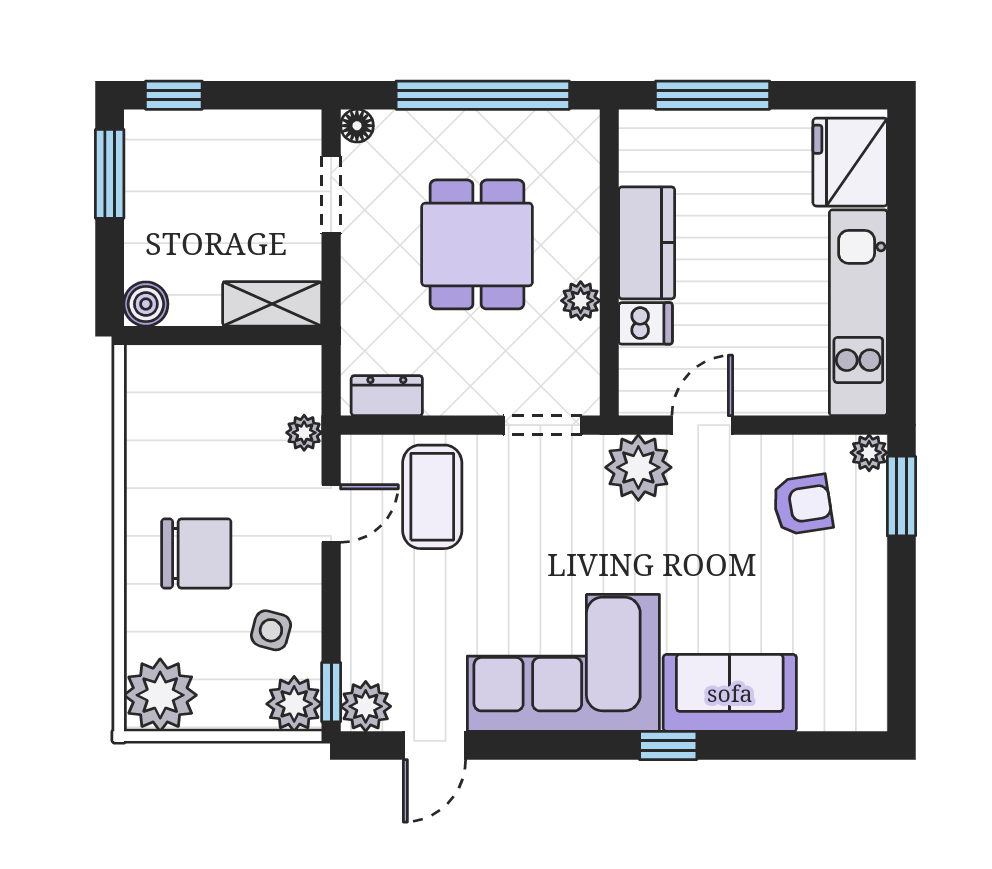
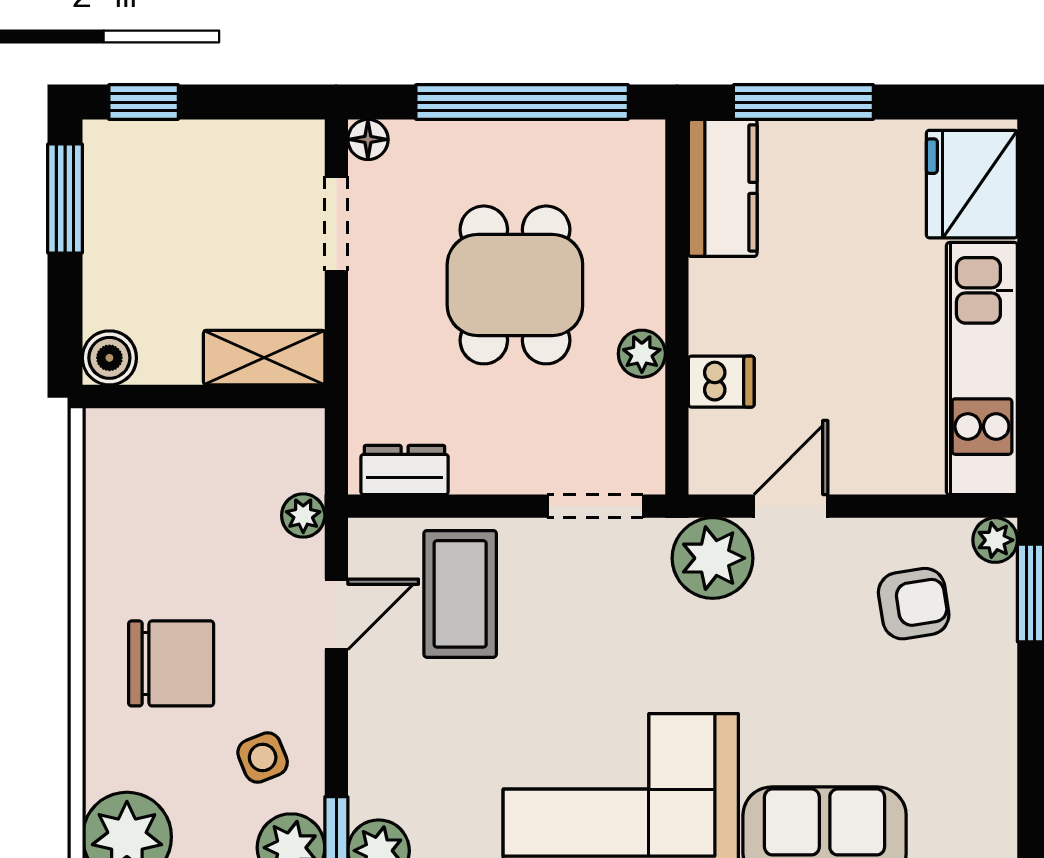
kitchen counter: (647, 243) -> (723, 188), moved
side table: (271, 630) -> (263, 757), turned -37

